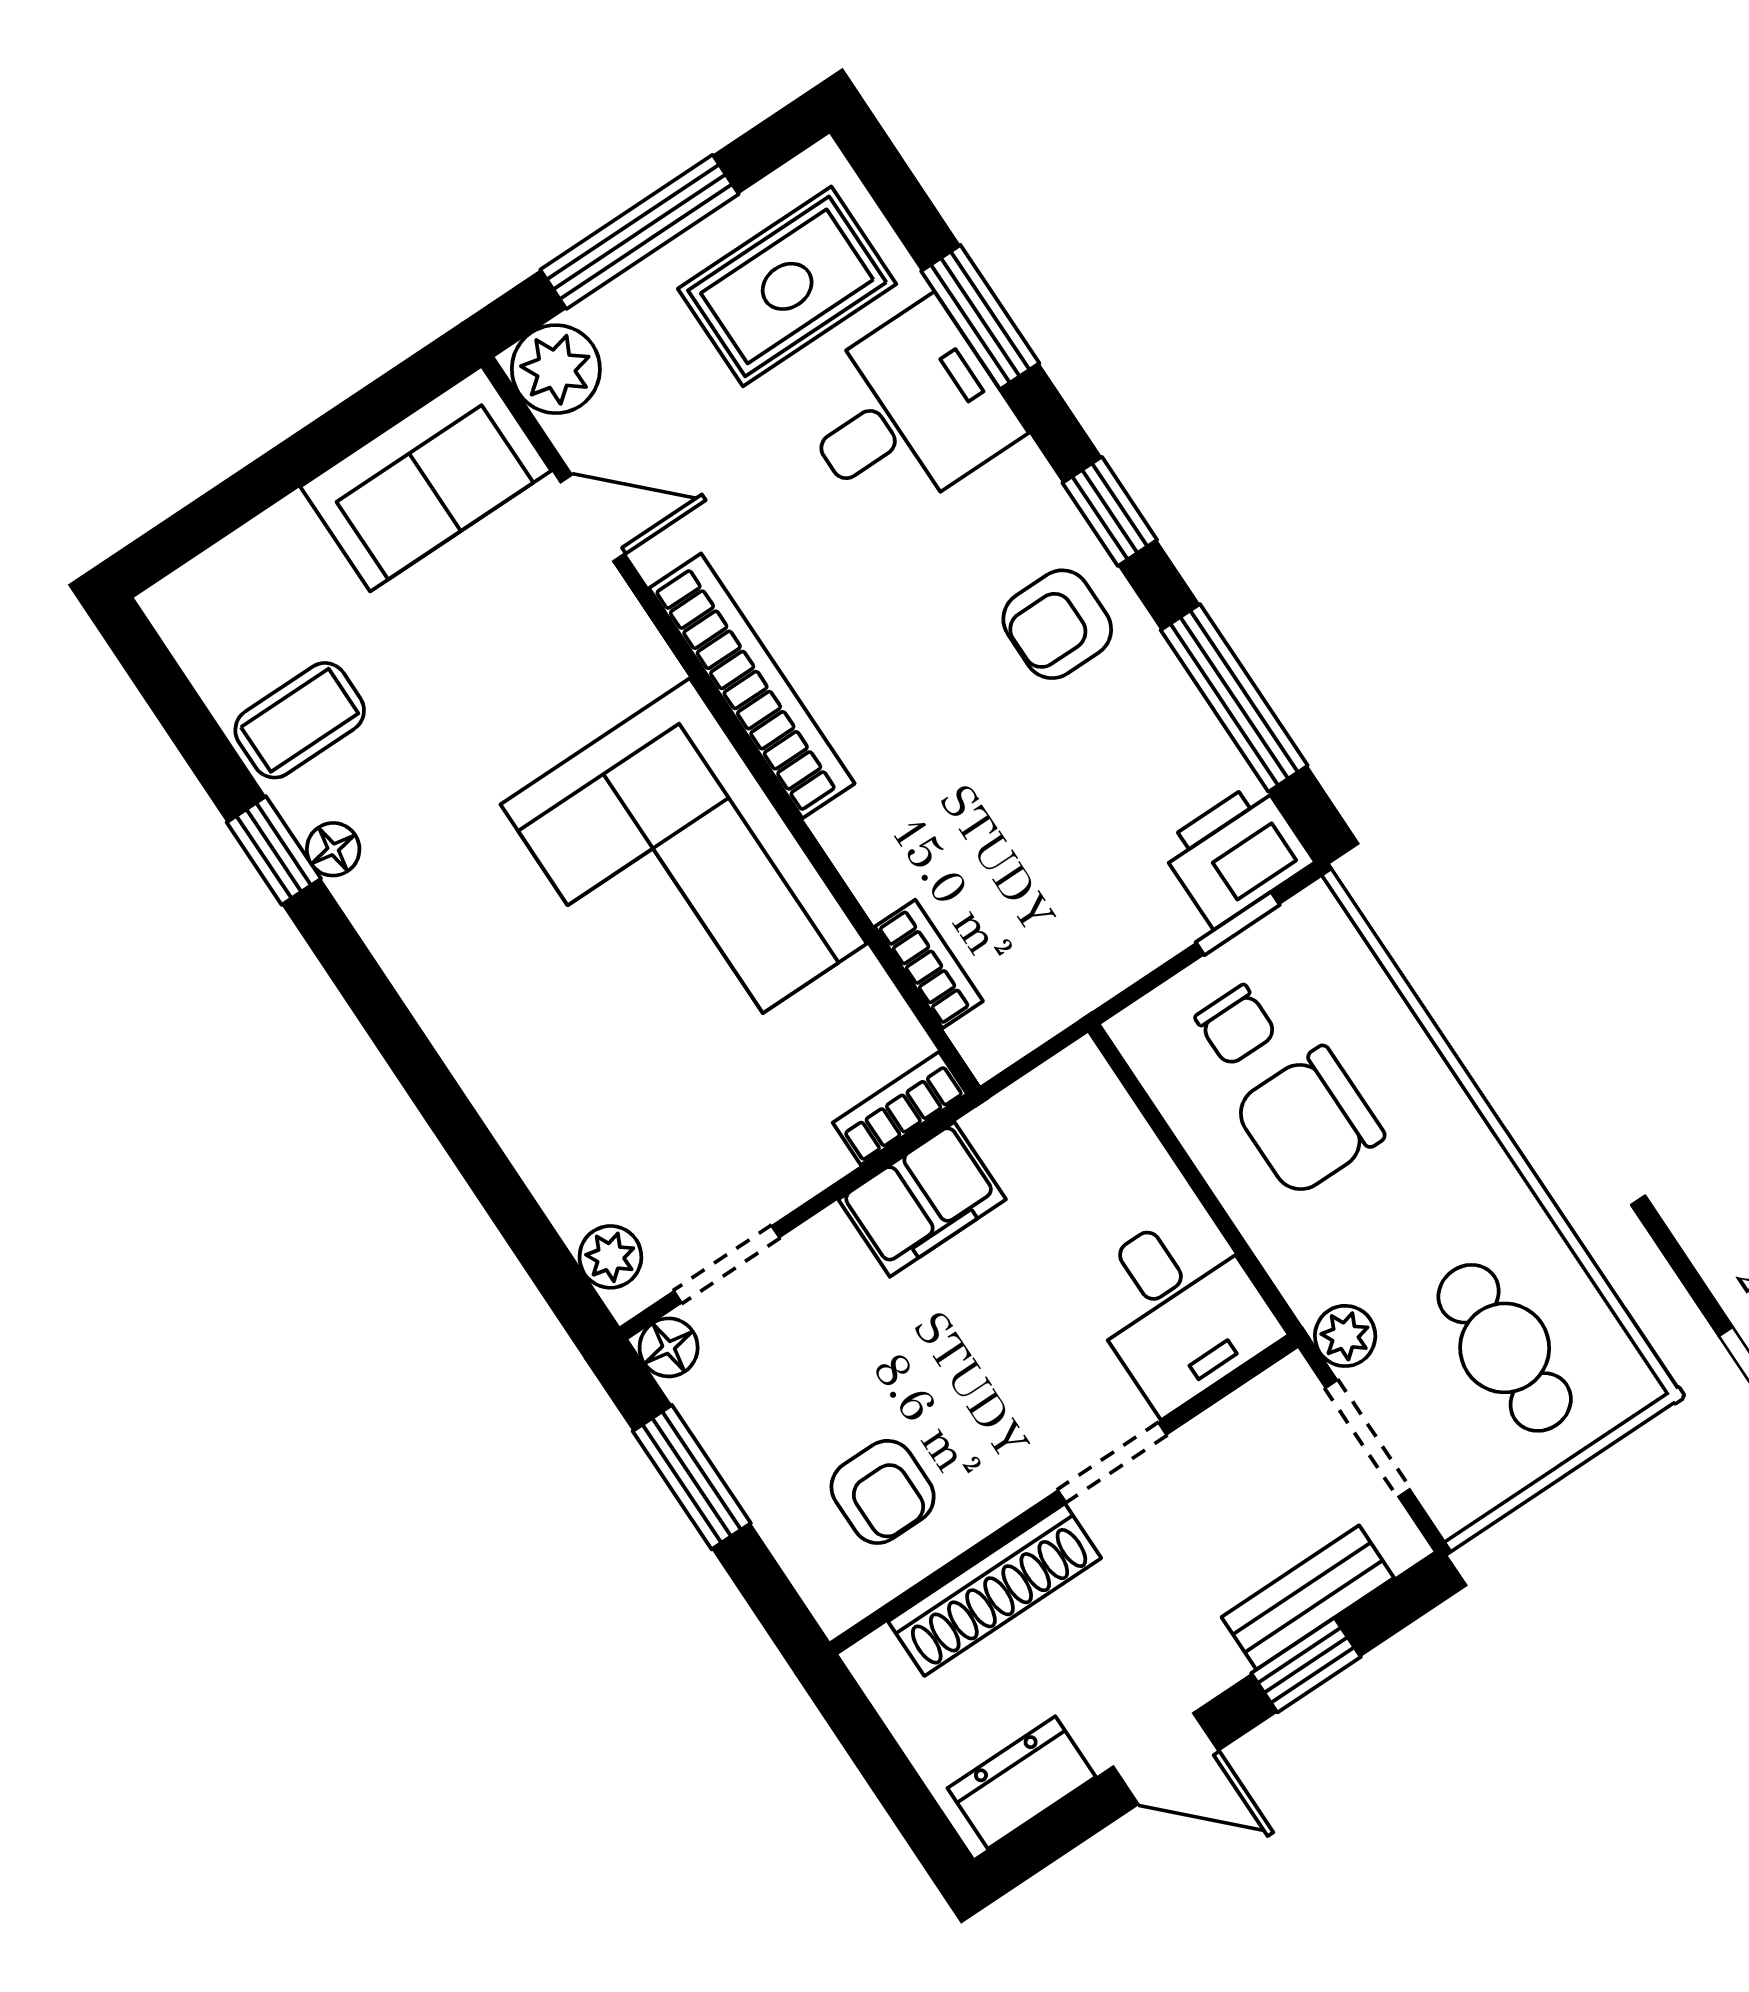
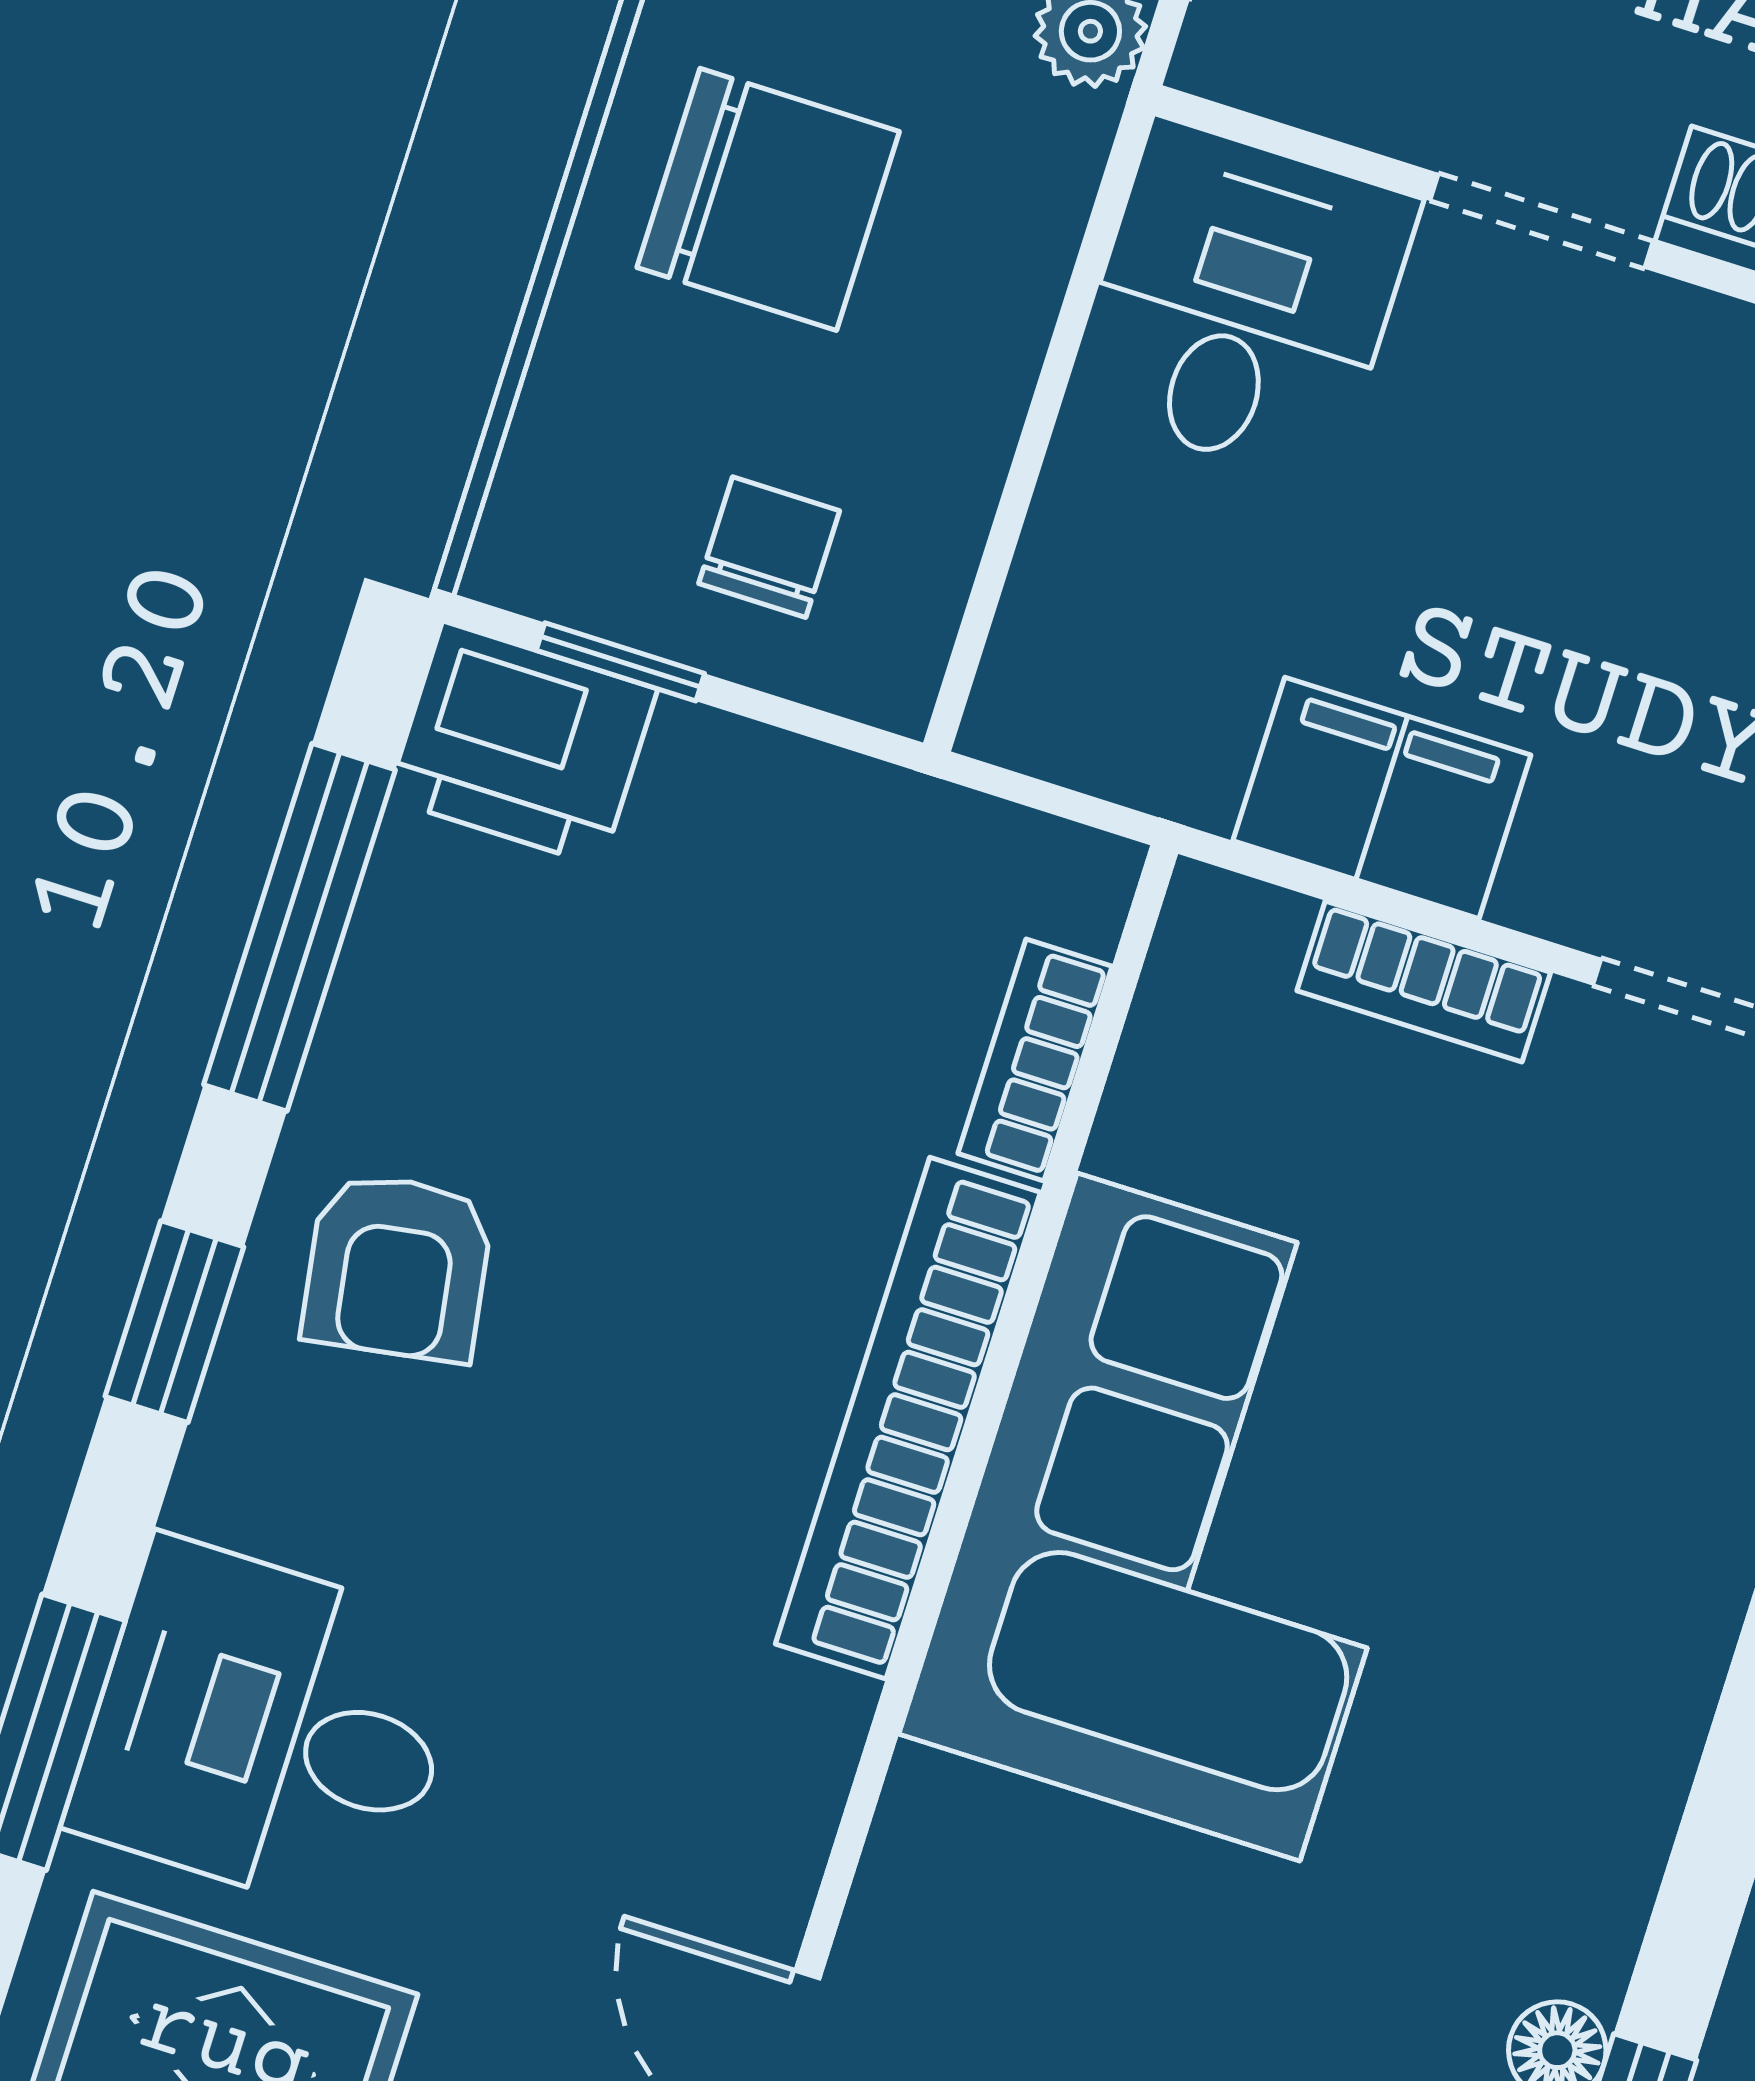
armchair: (1057, 624) -> (398, 1267), turned 81
bookcase: (752, 686) -> (908, 1418), moved
bookcase: (900, 1108) -> (1424, 981), moved
chair: (1309, 1121) -> (768, 199), moved

